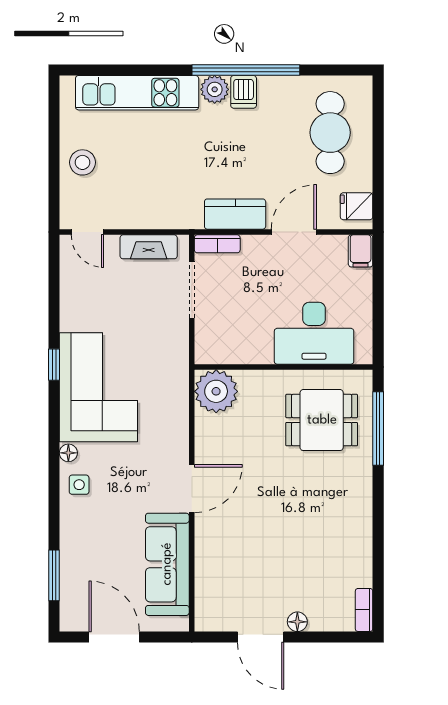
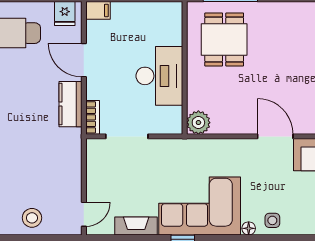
fireplace: (149, 247) -> (136, 226), moved, turned -90
desk: (314, 333) -> (159, 76), moved
plant: (216, 391) -> (198, 123), width x0.73, depth x0.73

